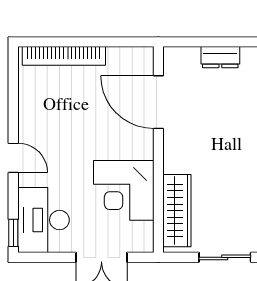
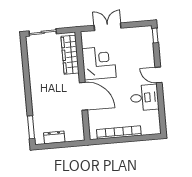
bookcase: (64, 56) -> (119, 132), moved
door: (158, 102) -> (84, 96), moved
desk: (44, 220) -> (144, 98), moved, width x0.73

